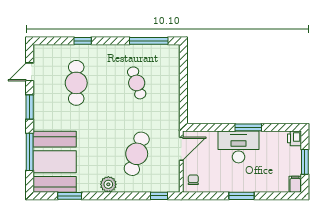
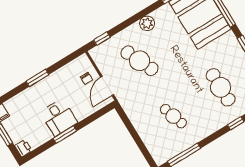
desk: (239, 147) -> (59, 117), width x0.73
cafe table: (137, 154) -> (140, 61), turned -42
chair: (193, 180) -> (86, 79), moved

